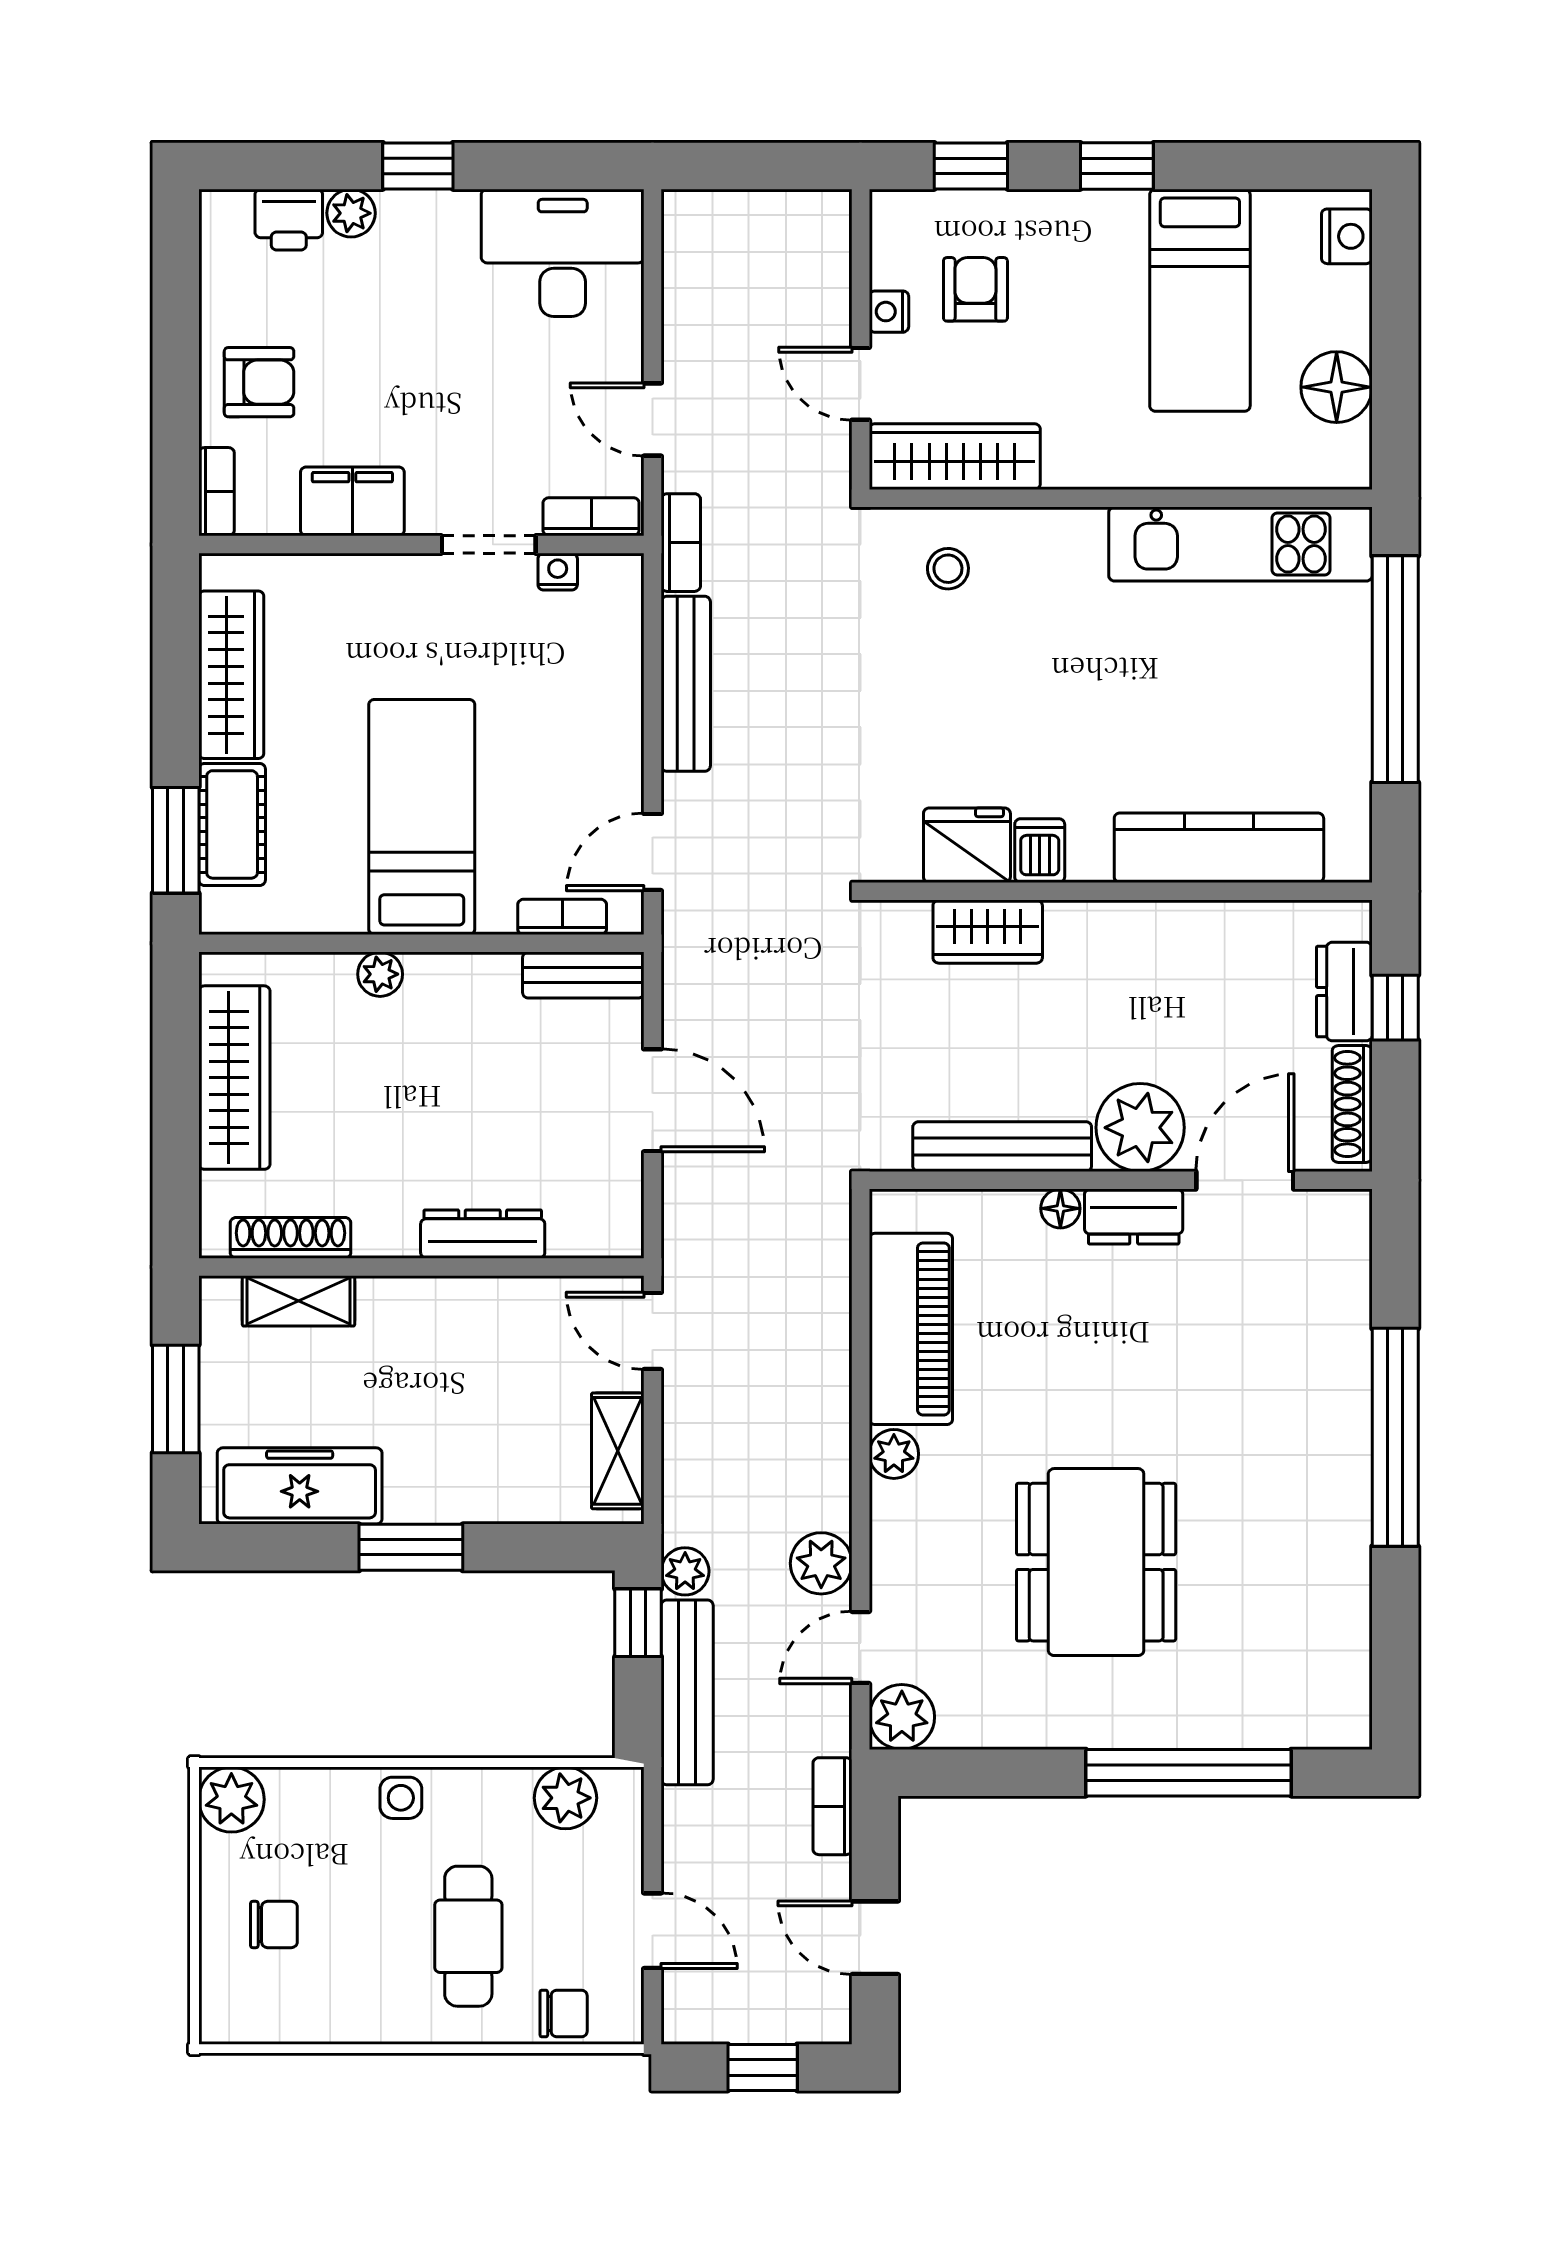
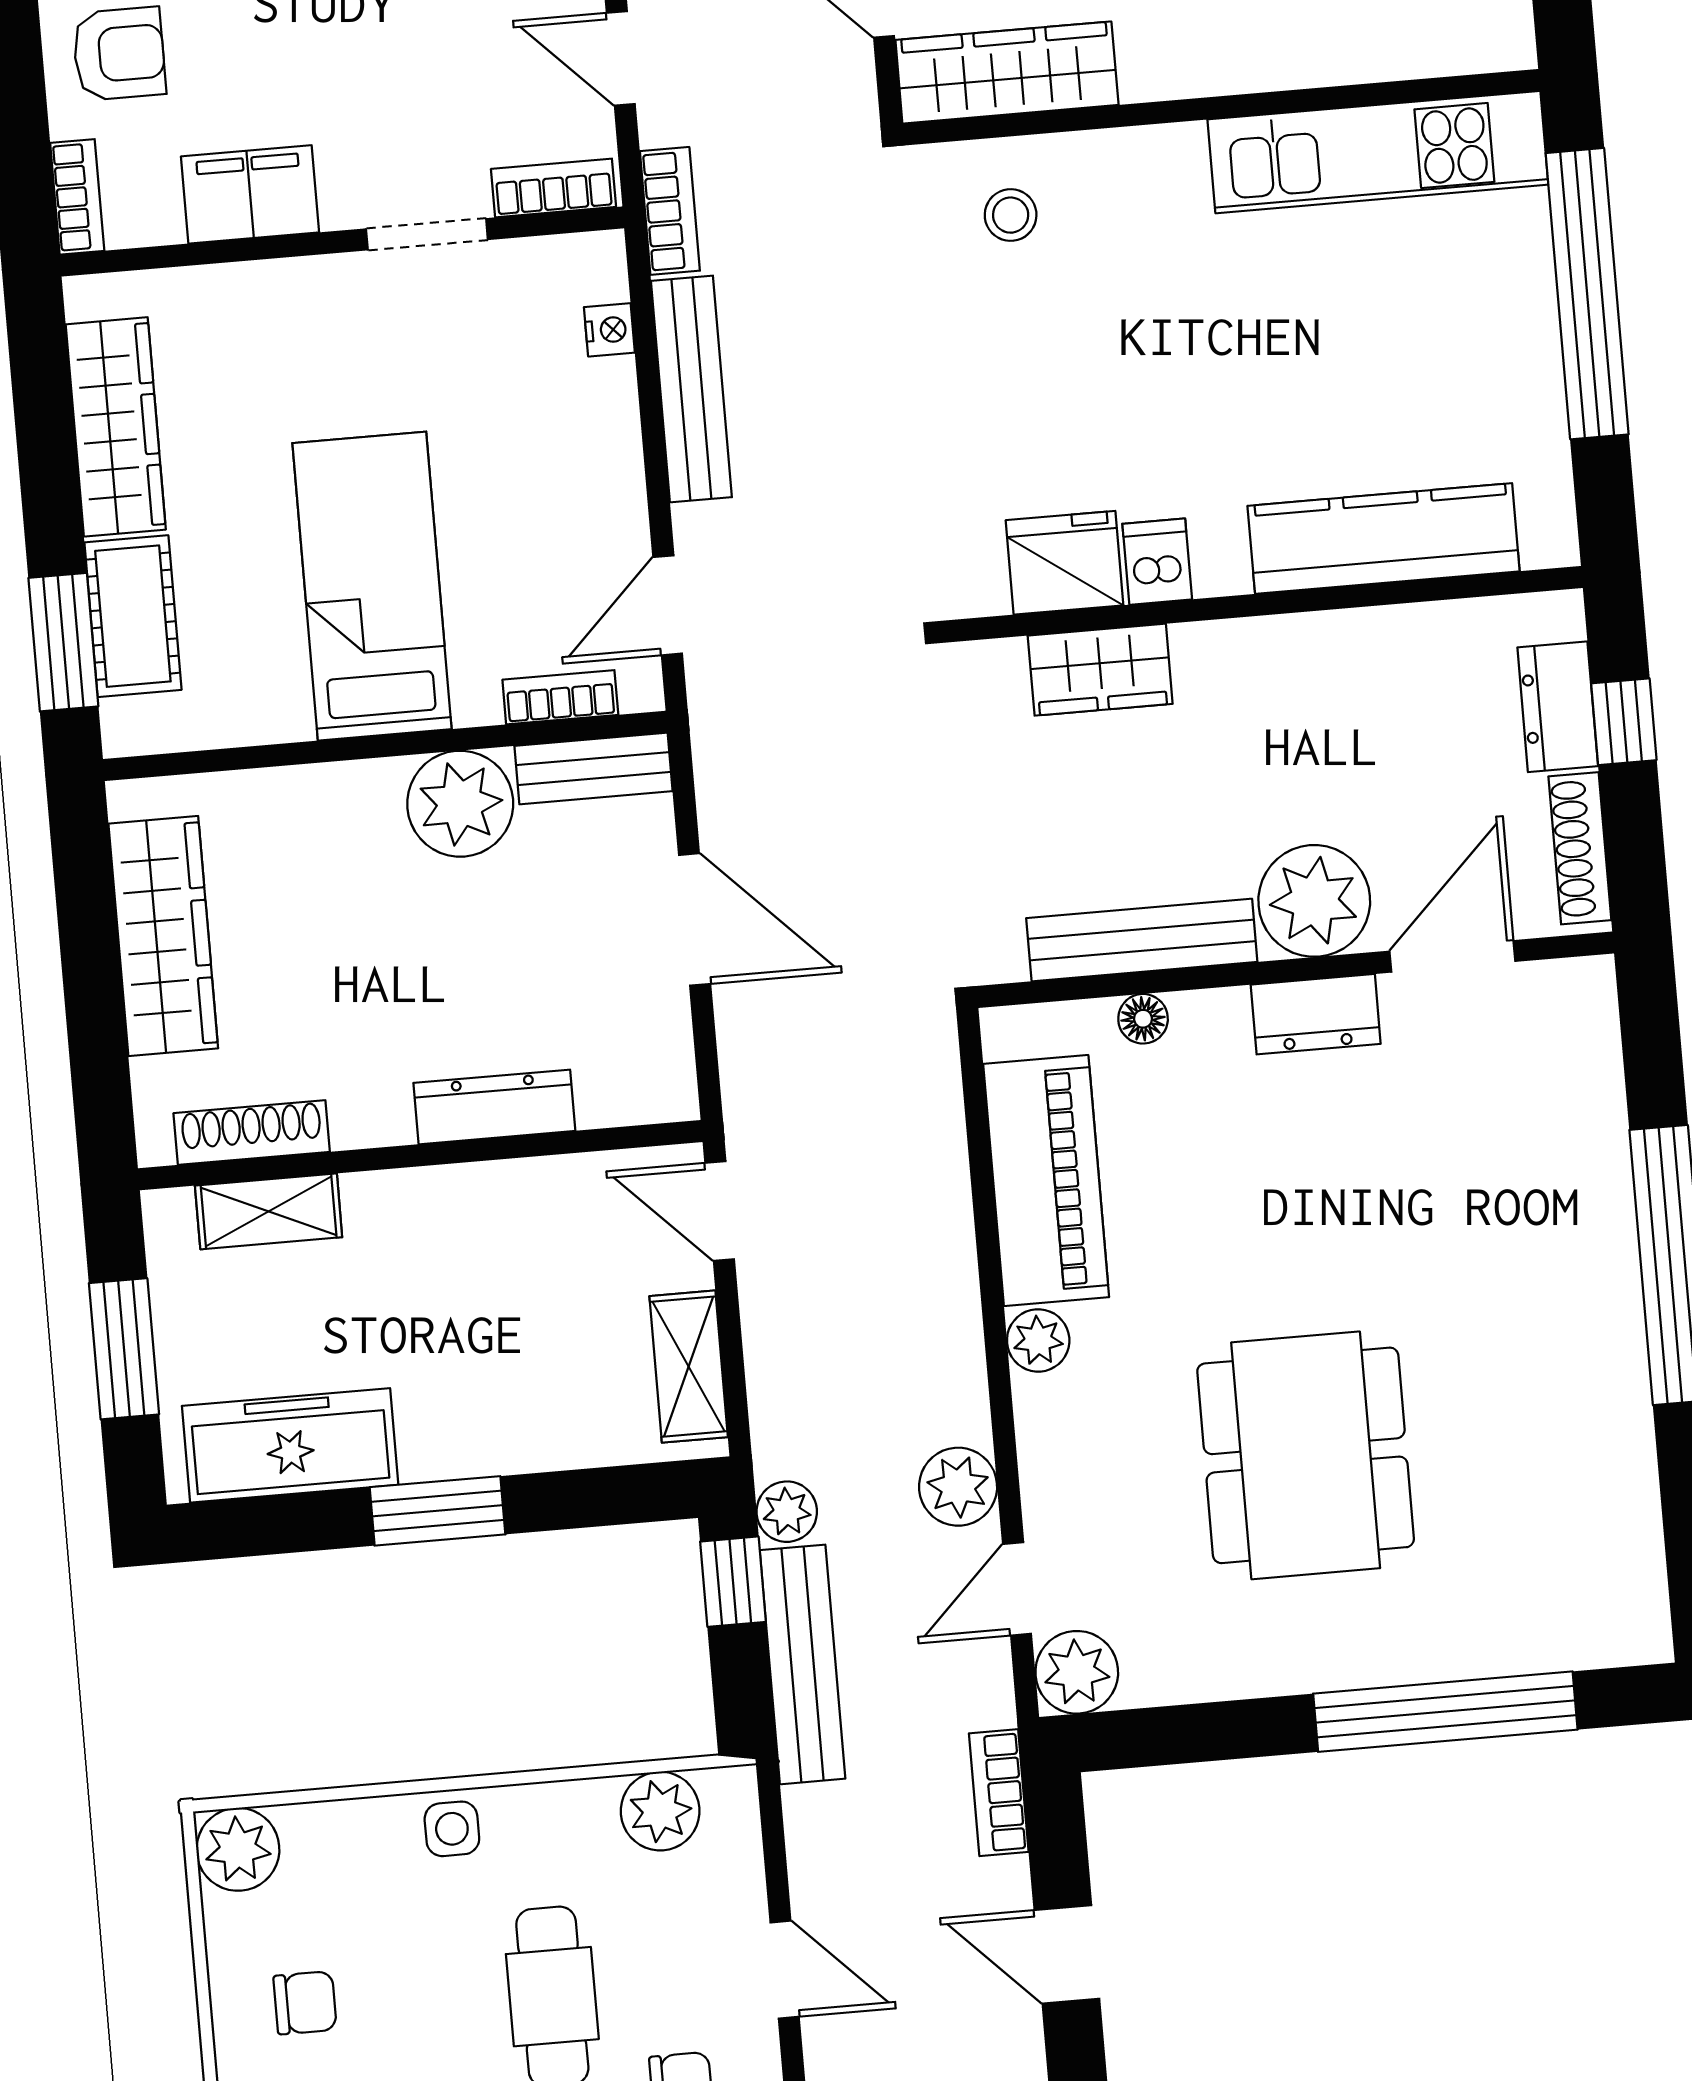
nightstand: (558, 572) -> (609, 330), moved, turned 90
plant: (380, 974) -> (460, 804), moved, width x1.88, depth x1.88
floor lamp: (1060, 1208) -> (1143, 1019), moved

